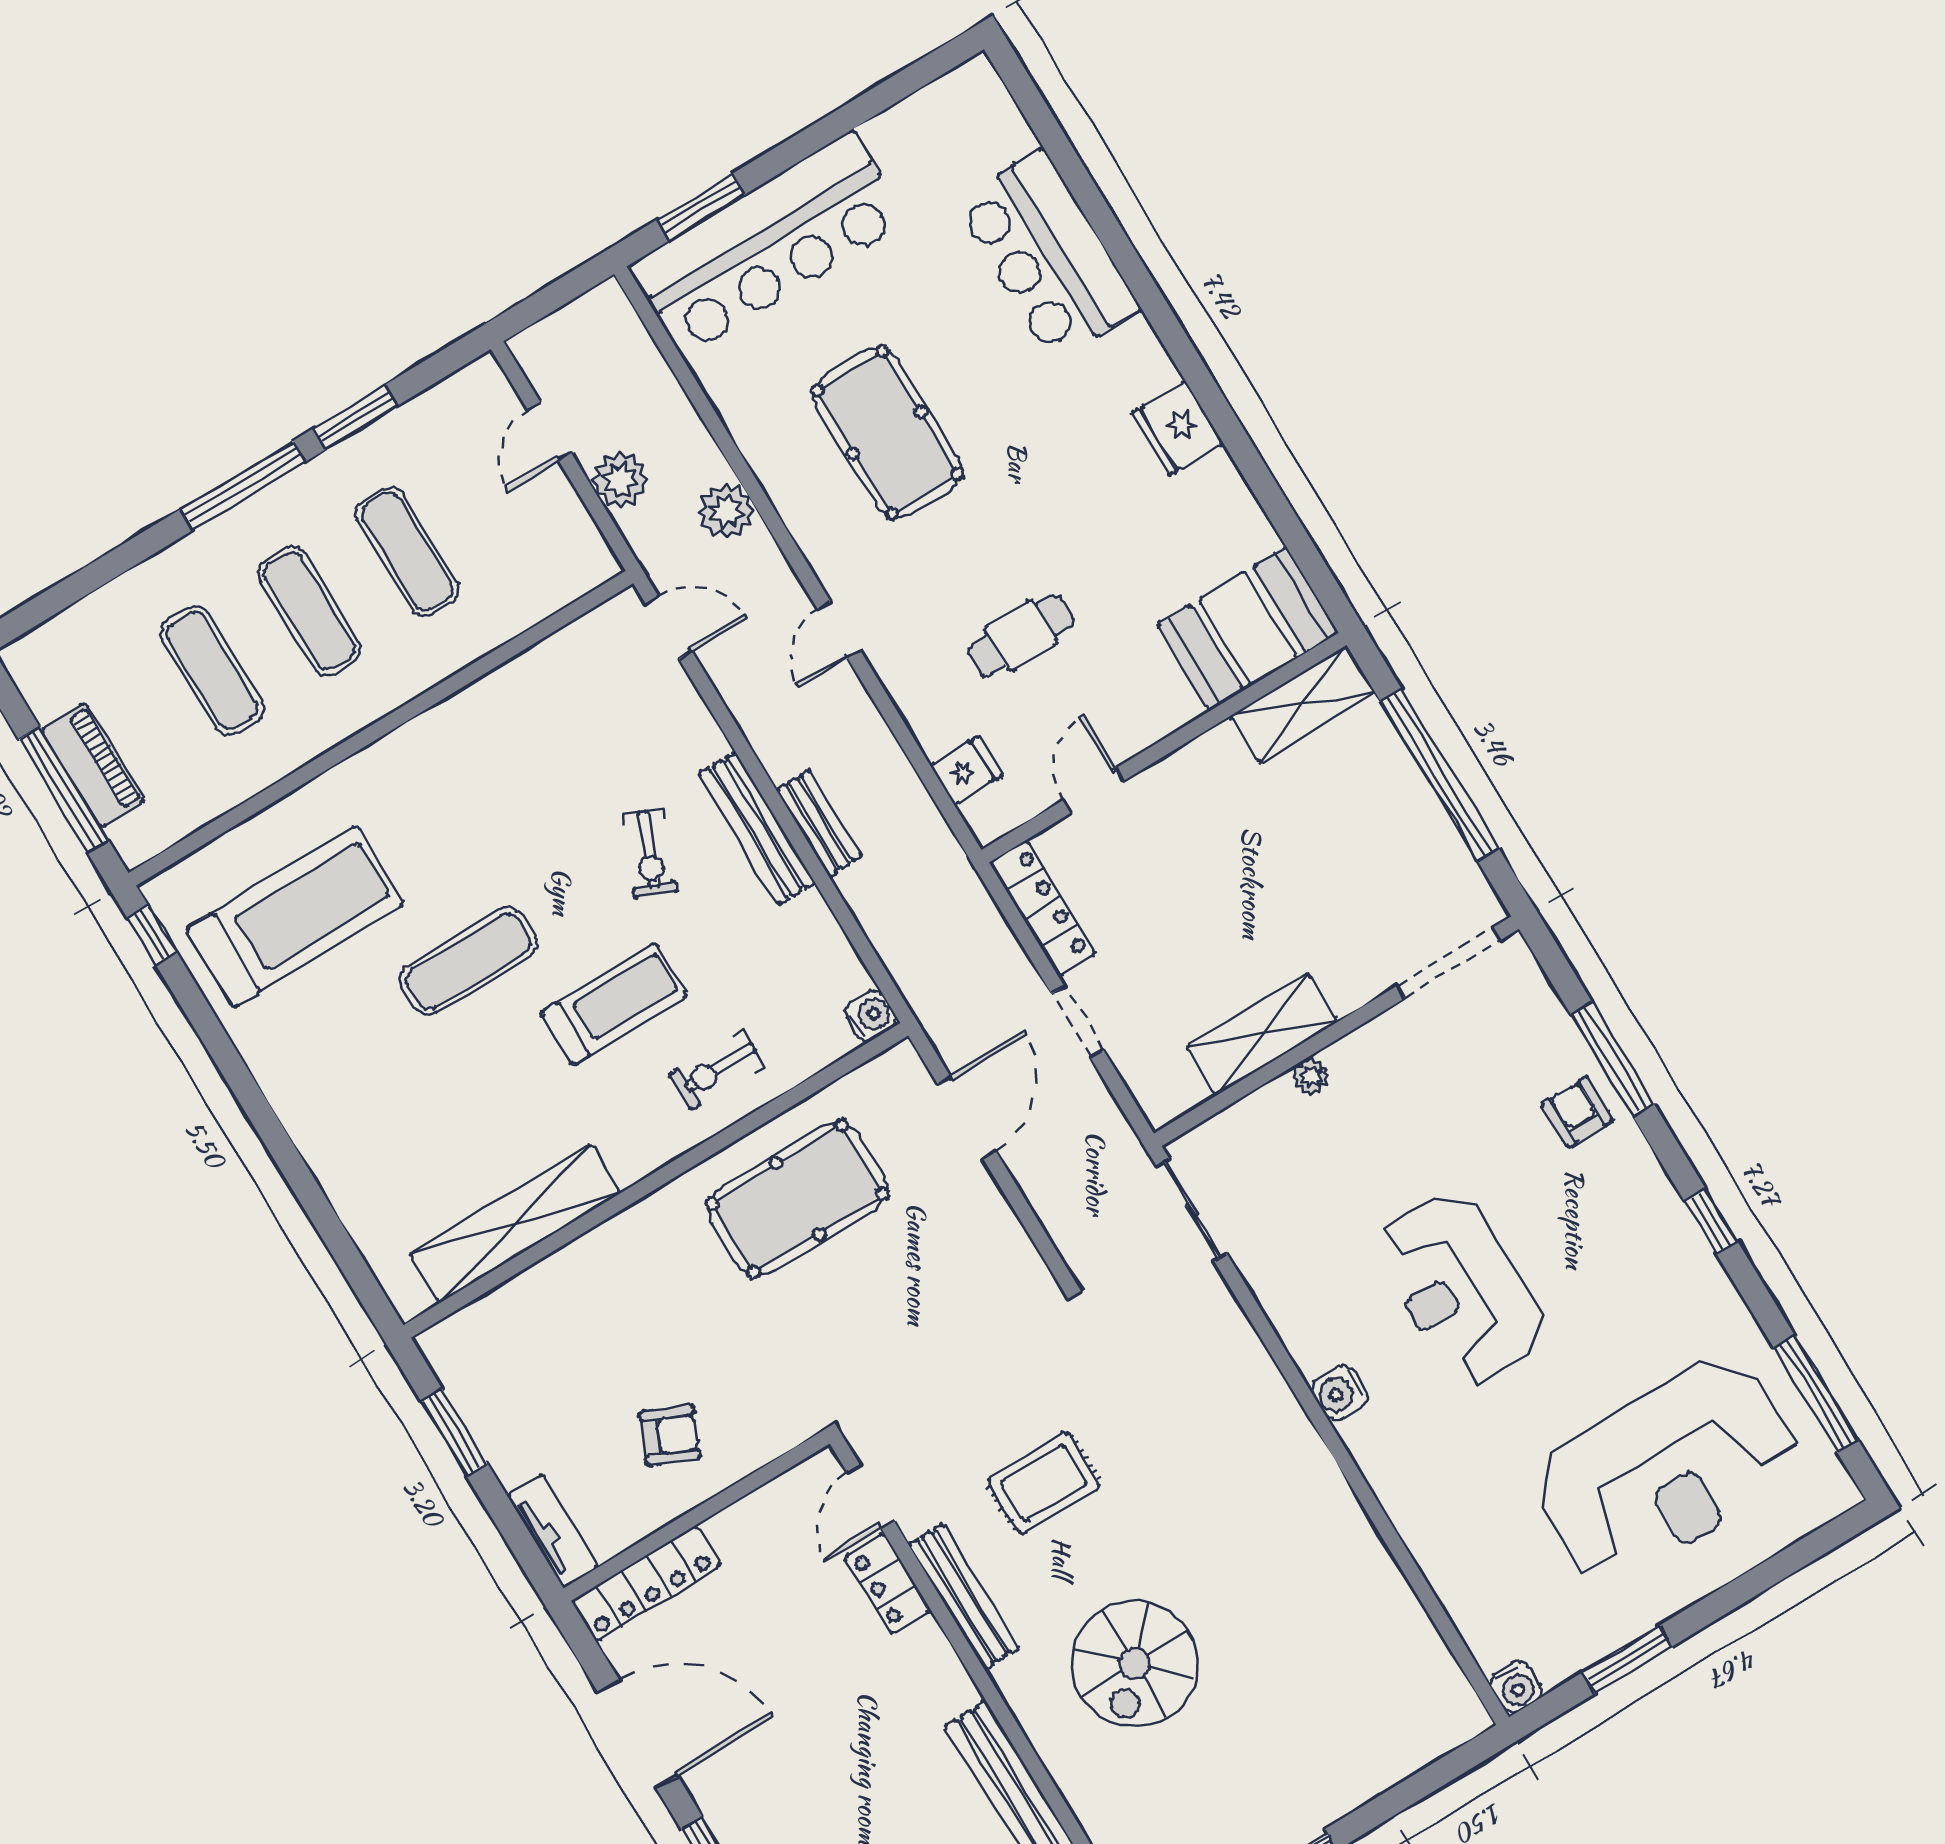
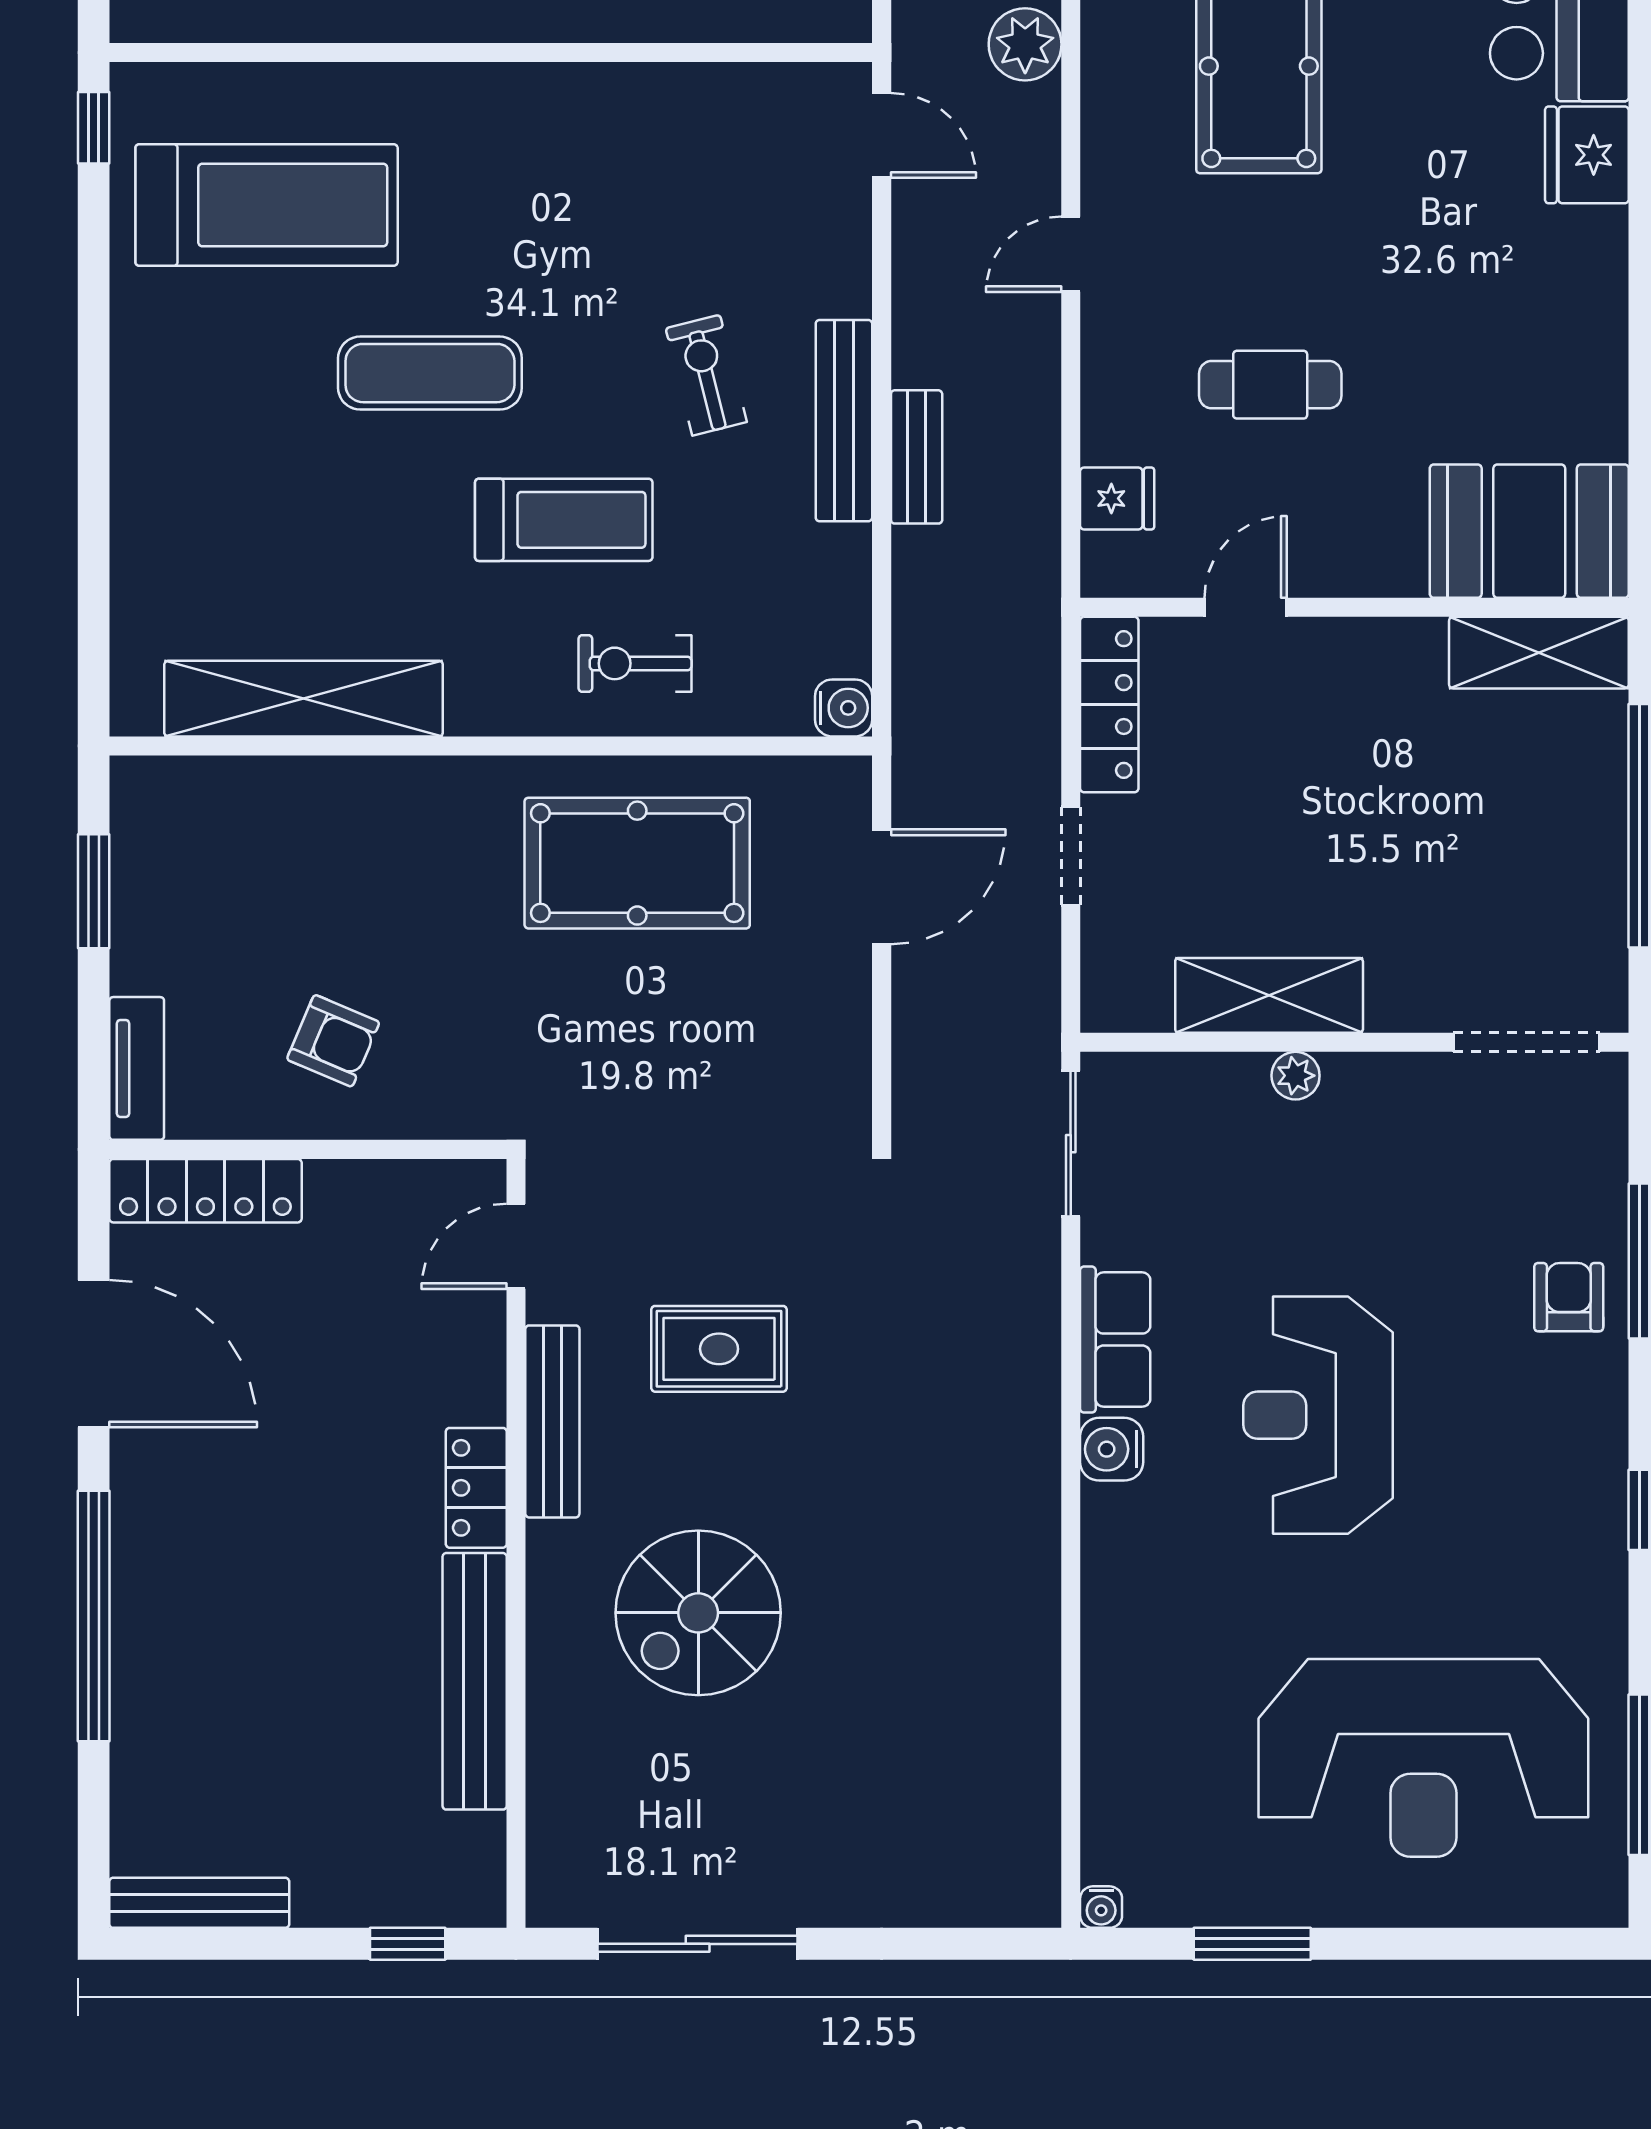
fridge: (1177, 428) -> (1587, 155), moved
exercise bike: (649, 853) -> (706, 375), turned 144
row of seats: (1298, 1320) -> (1115, 1340), added
locker: (888, 1583) -> (476, 1488), moved
water cooler: (1516, 1687) -> (1101, 1907), width x0.72, depth x0.72

